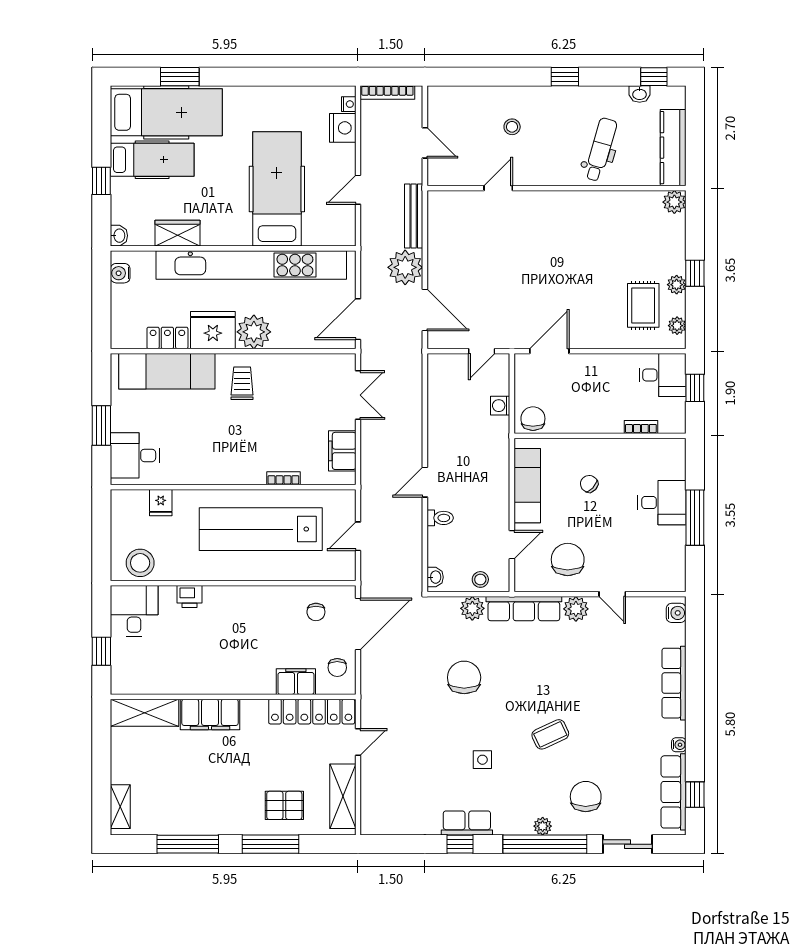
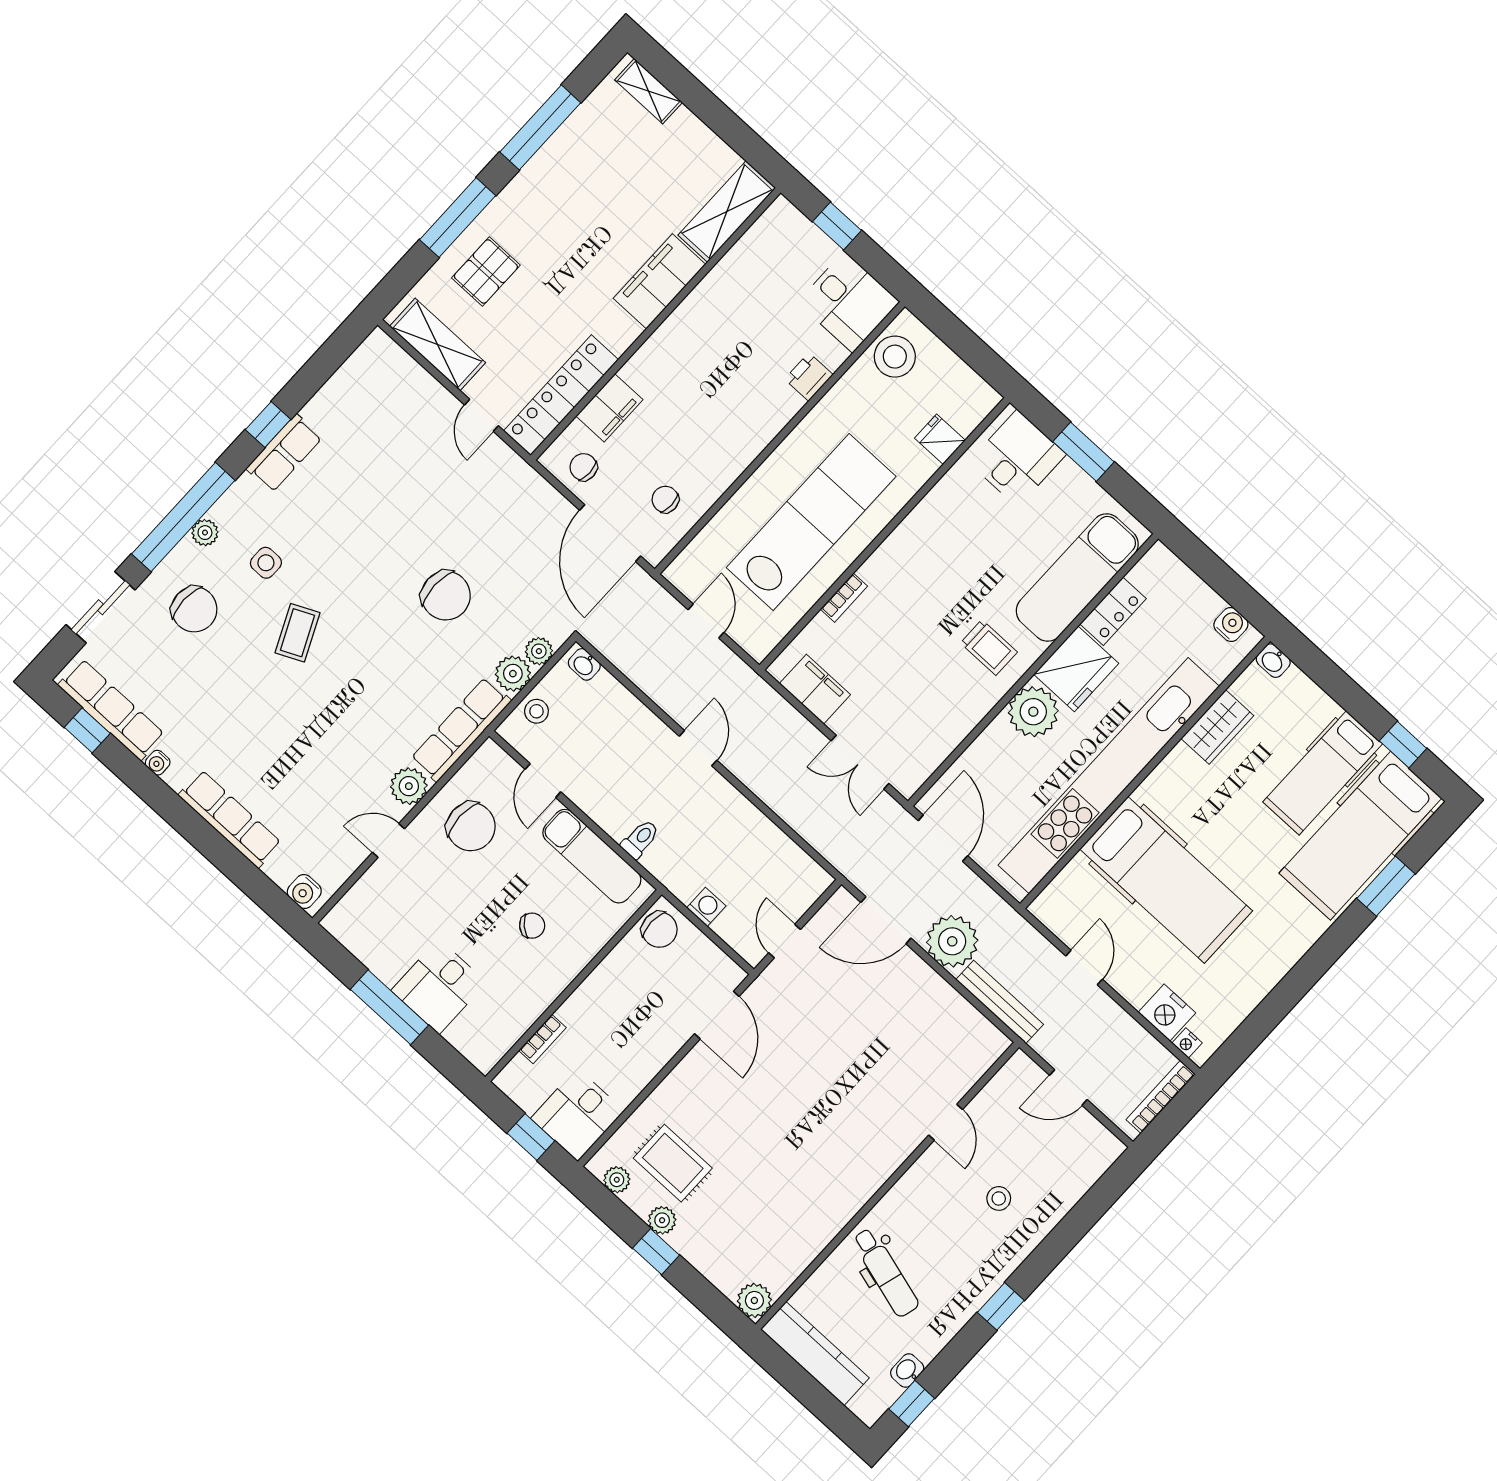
window: (101, 181) -> (1403, 745), moved
toilet: (440, 518) -> (640, 839), moved, turned 180
plant: (449, 606) -> (539, 651), added
side table: (482, 760) -> (266, 563), moved

